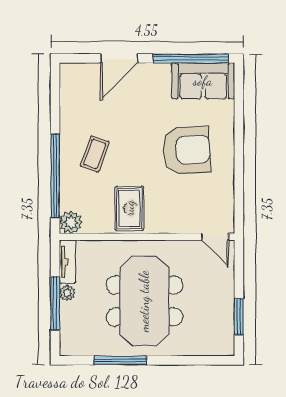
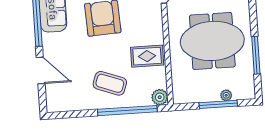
coffee table: (95, 154) -> (110, 83), width x1.36, depth x1.30
tv unit: (68, 262) -> (188, 98), removed
plant: (67, 293) -> (226, 95), moved

